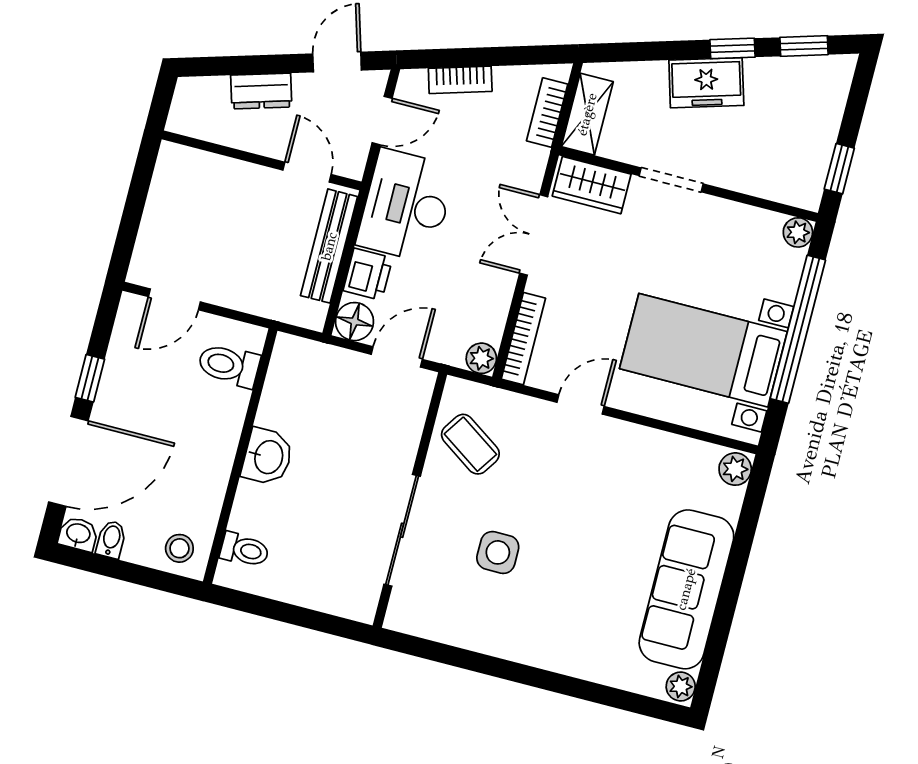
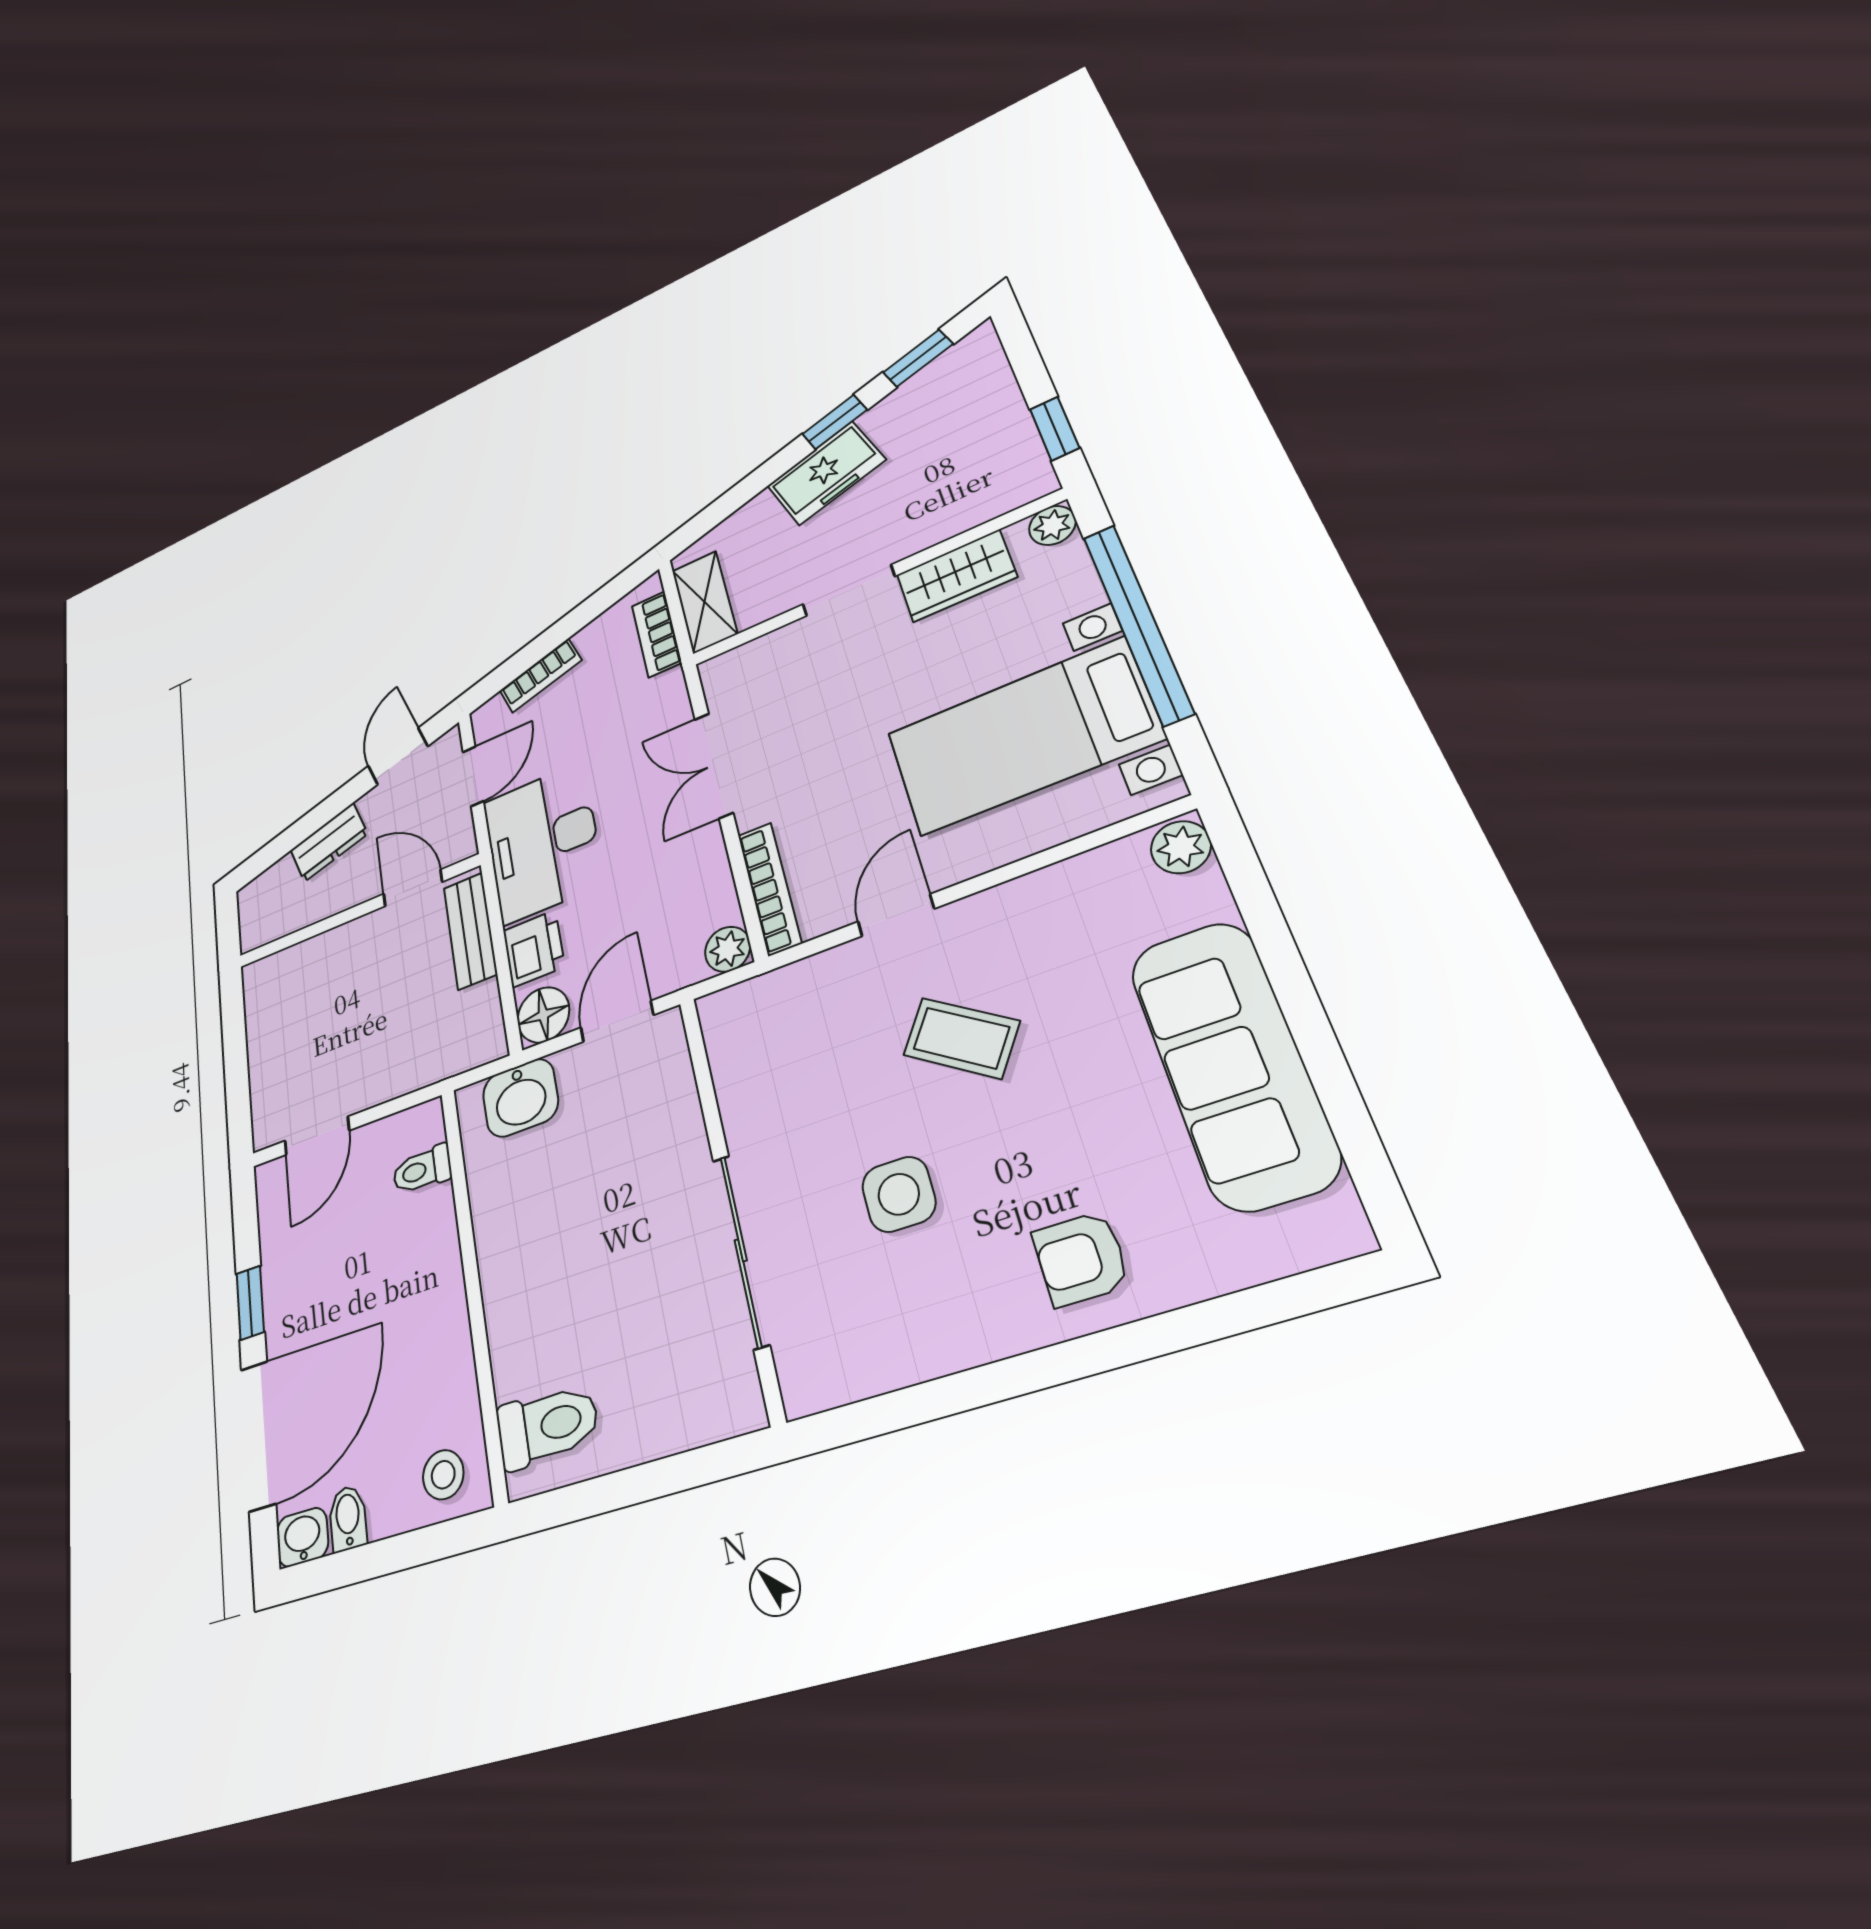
wardrobe: (592, 185) -> (956, 576), moved
bench: (329, 246) -> (470, 931), width x0.73
toilet: (229, 365) -> (422, 1170), width x0.73, depth x0.72
coffee table: (470, 444) -> (961, 1038), moved
washbasin: (267, 457) -> (520, 1098), moved, turned 90
toilet: (245, 550) -> (547, 1426), width x1.37, depth x1.39
armchair: (564, 635) -> (1081, 1259), added
plant: (681, 687) -> (1338, 1224), removed

